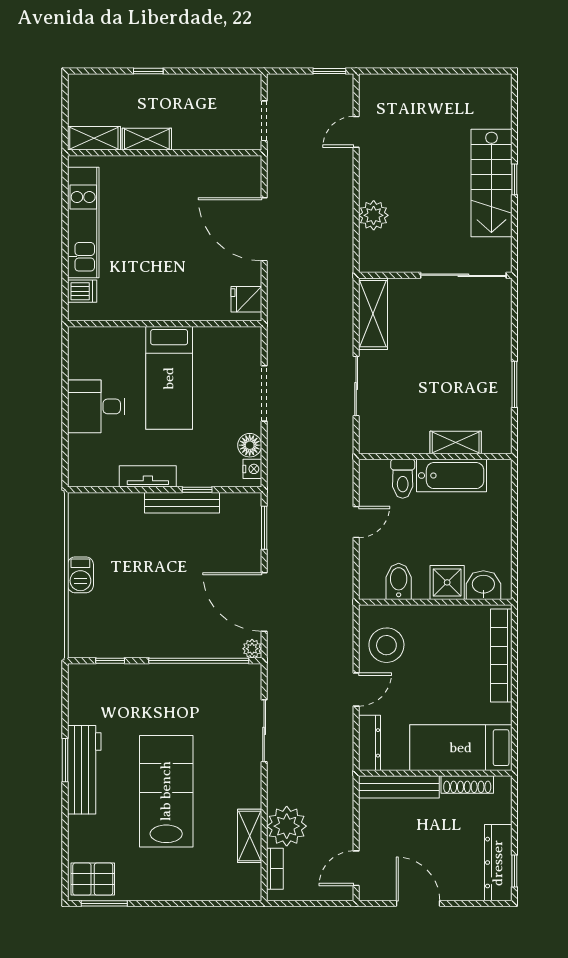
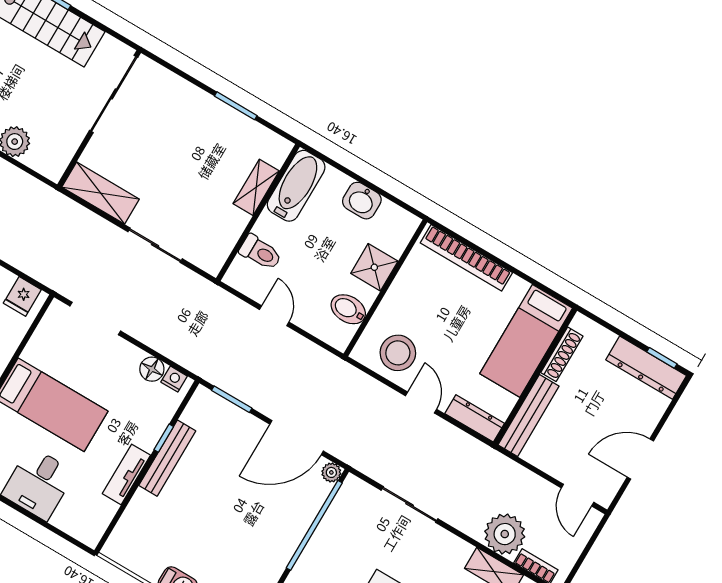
doorway: (264, 393) -> (95, 319), moved
bathtub: (452, 476) -> (296, 186), moved
washbasin: (483, 585) -> (362, 201), moved, turned -90

